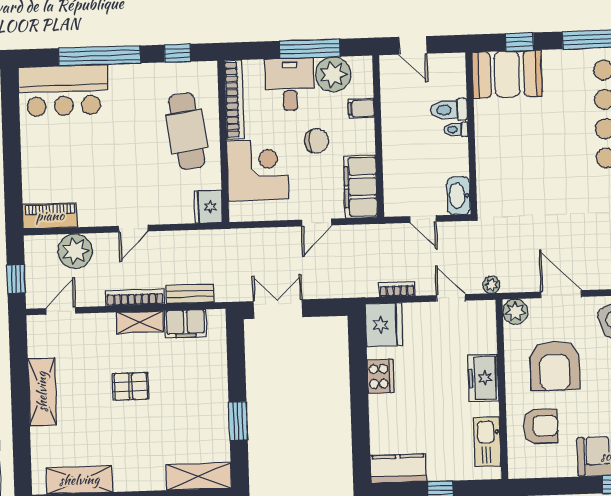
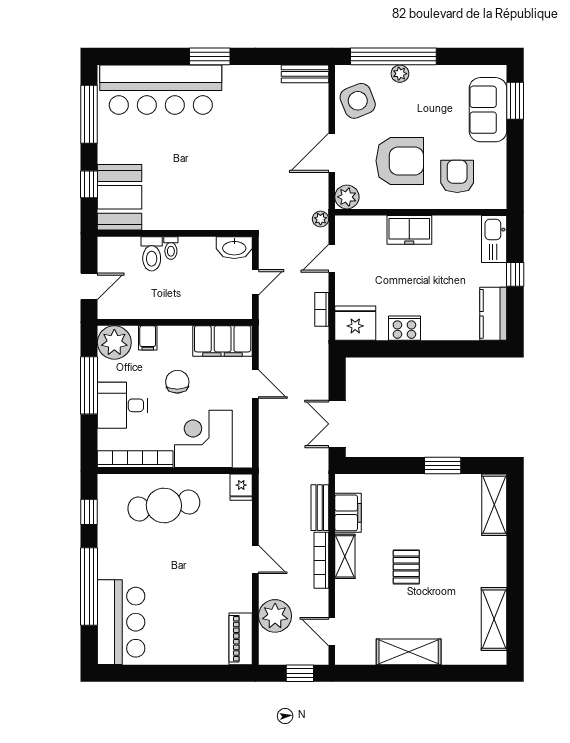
plant: (333, 74) -> (114, 342), moved
fridge: (208, 207) -> (241, 487), width x0.72
kitchen sink: (487, 442) -> (494, 239), moved, turned 90

